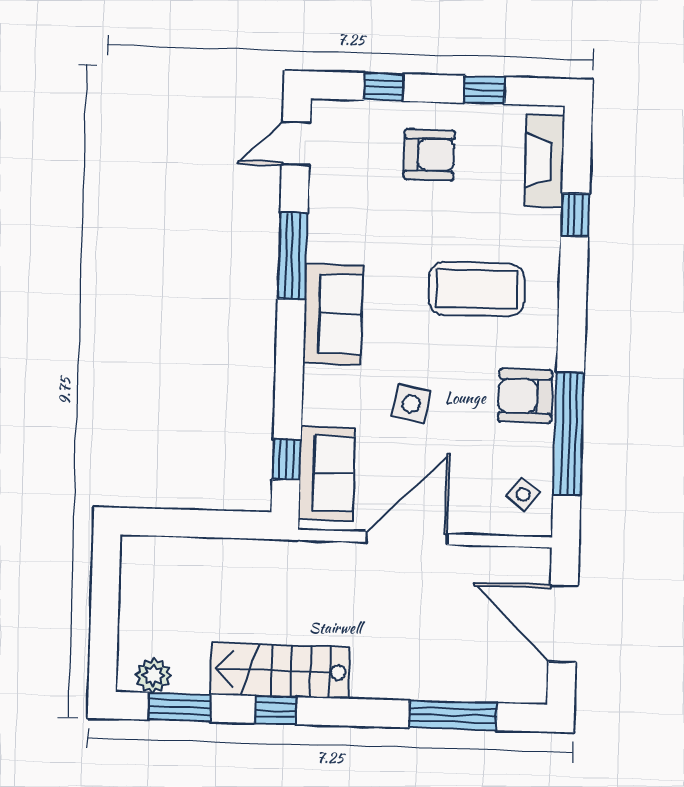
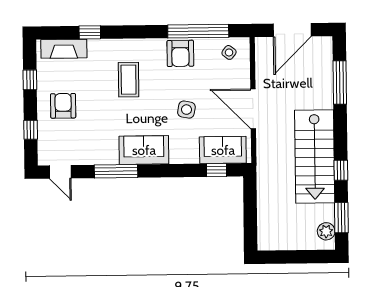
coffee table: (477, 289) -> (129, 80), width x0.73, depth x0.76
stairs: (280, 671) -> (315, 156), width x1.36, depth x1.51

